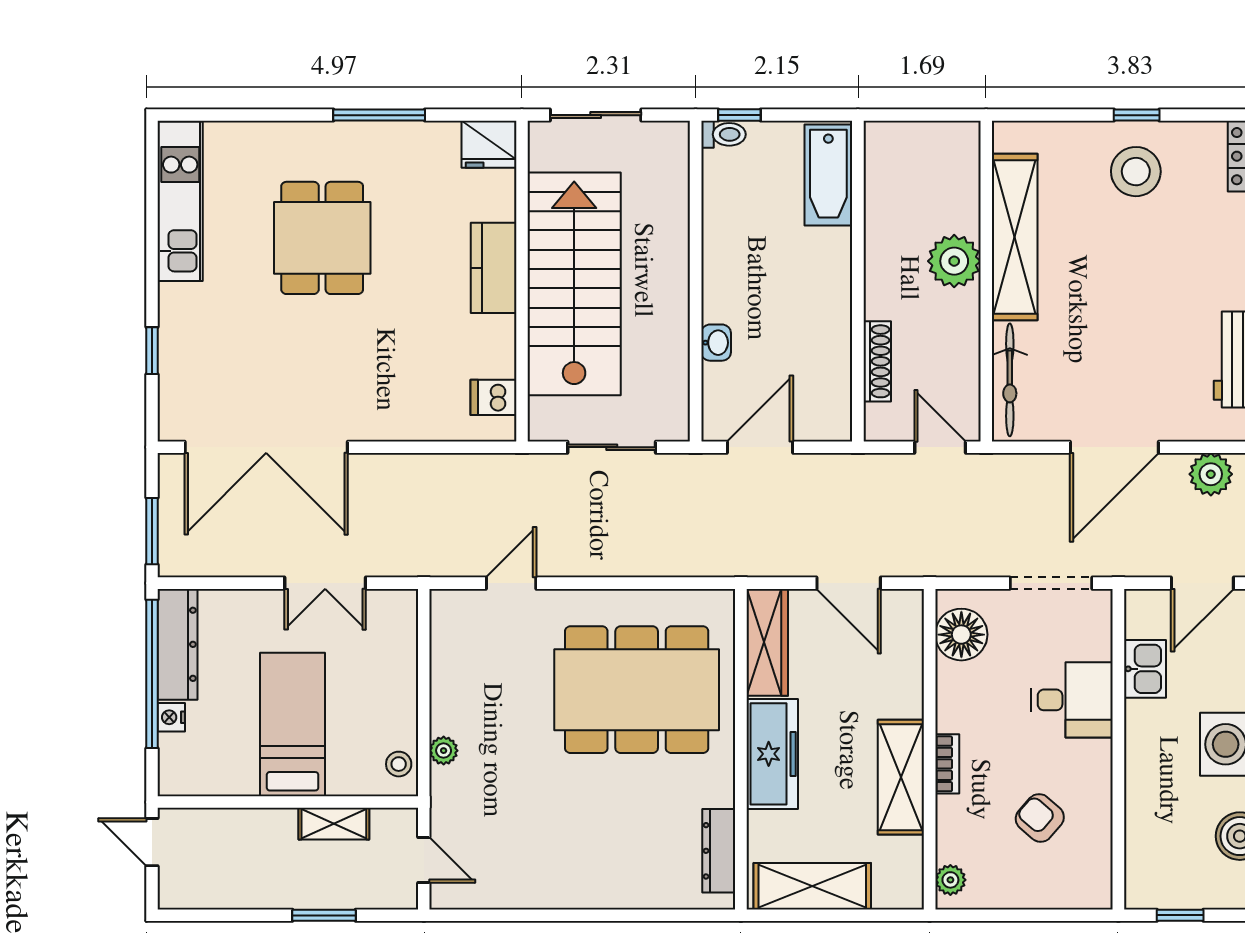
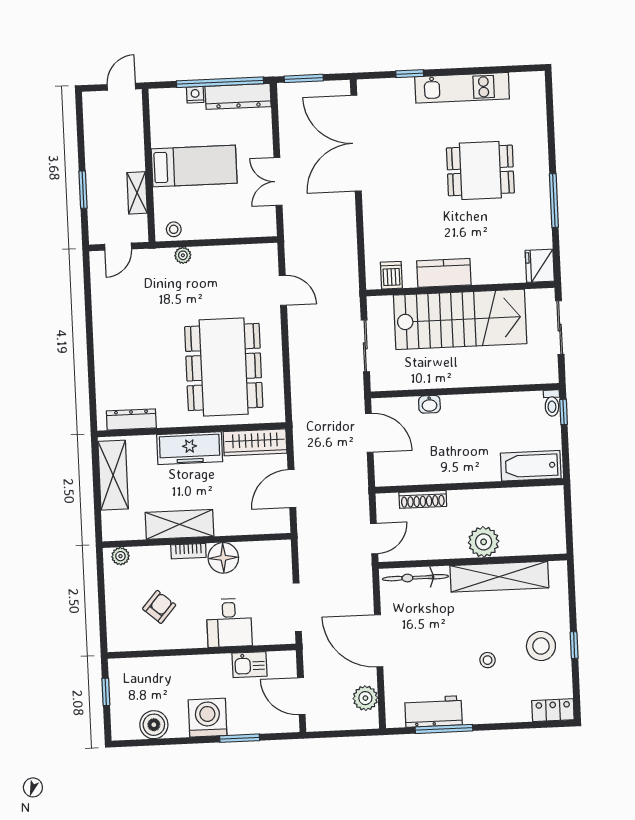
kitchen unit: (180, 201) -> (462, 88), moved
stool: (1156, 264) -> (488, 660), added
kitchen counter: (494, 268) -> (444, 273), moved
floor lamp: (961, 635) -> (223, 558), moved

